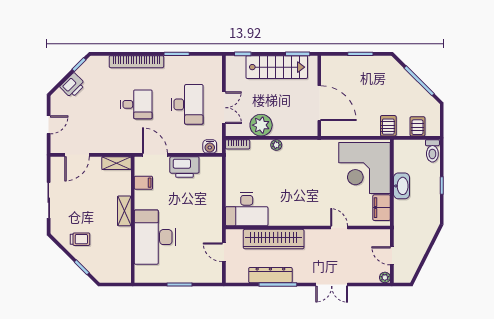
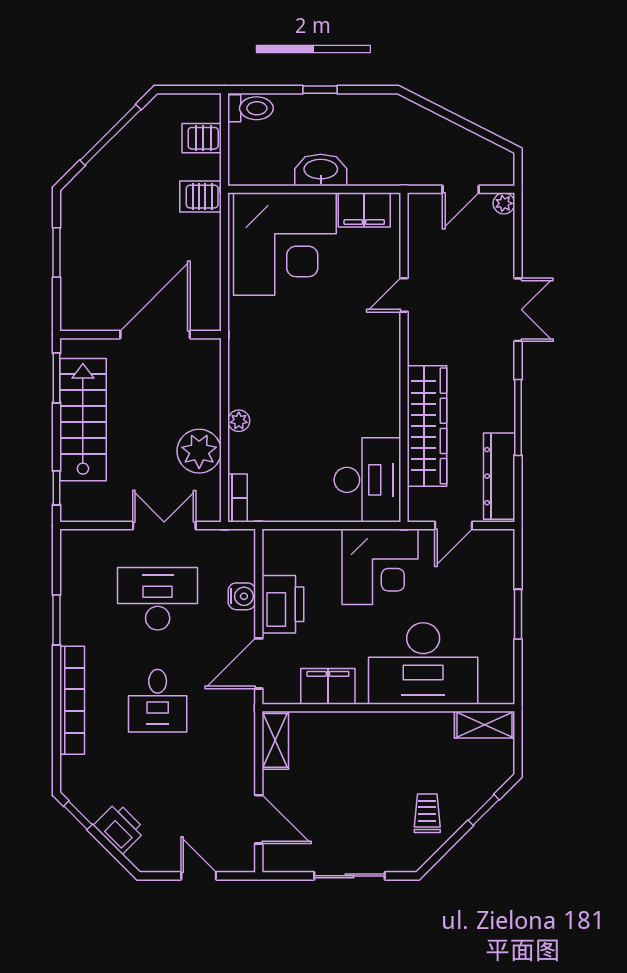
desk: (136, 104) -> (158, 701), turned 180
water cooler: (210, 146) -> (242, 596), moved
filing cabinet: (143, 183) -> (328, 686), width x2.00
shelving: (124, 211) -> (485, 725), moved
corner desk: (203, 215) -> (380, 567), added
dresser: (270, 275) -> (499, 476), moved

